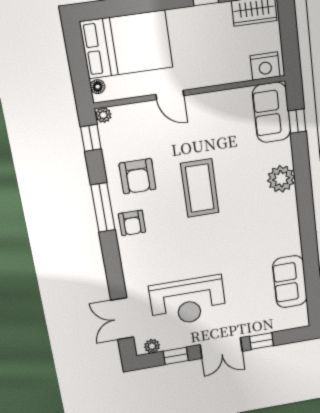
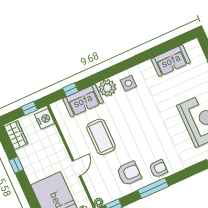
window: (290, 46) -> (29, 108), added
sofa: (272, 112) -> (83, 101), moved
coffee table: (200, 188) -> (101, 137), moved, turned 90
side table: (278, 212) -> (128, 83), added

